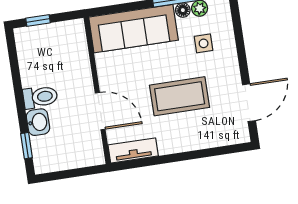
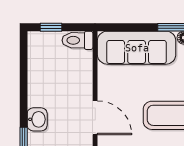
toilet: (40, 97) -> (78, 40), moved, turned 180

